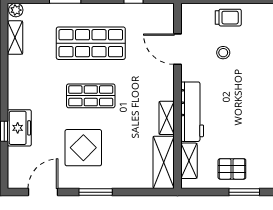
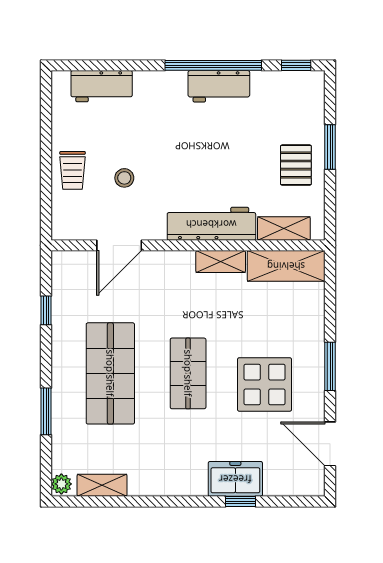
trolley: (228, 18) -> (73, 170), turned 180

